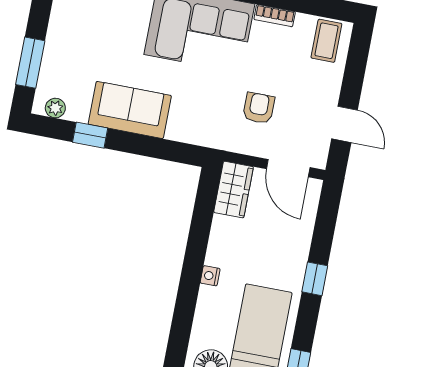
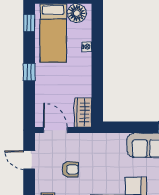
armchair: (259, 108) -> (70, 169), moved, turned -90
nightstand: (210, 276) -> (87, 47), moved

